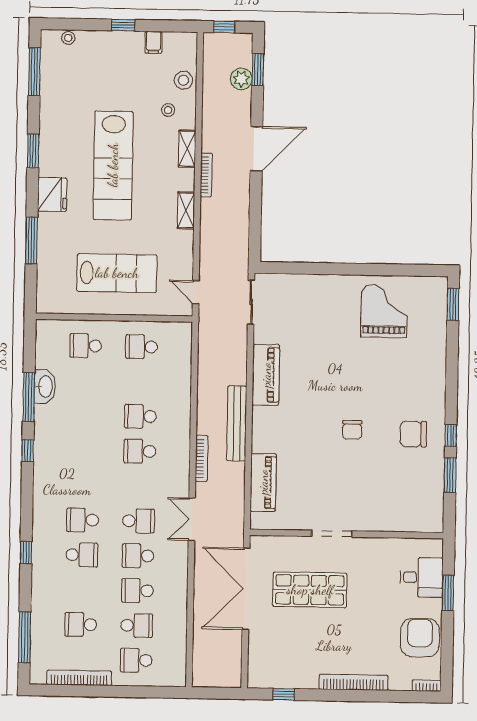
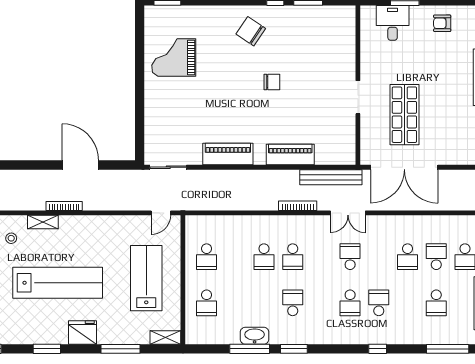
door: (256, 149) -> (80, 165), moved
shelving: (186, 210) -> (165, 338), moved
washbasin: (45, 387) -> (255, 336), moved
bench: (237, 423) -> (331, 177), moved
chair: (413, 434) -> (251, 31), moved, turned 124
window: (28, 451) -> (294, 349), width x1.50
piano: (263, 482) -> (290, 155), moved
school desk: (138, 556) -> (293, 303), moved, turned 180
armchair: (420, 638) -> (442, 23), width x0.53, depth x0.53

